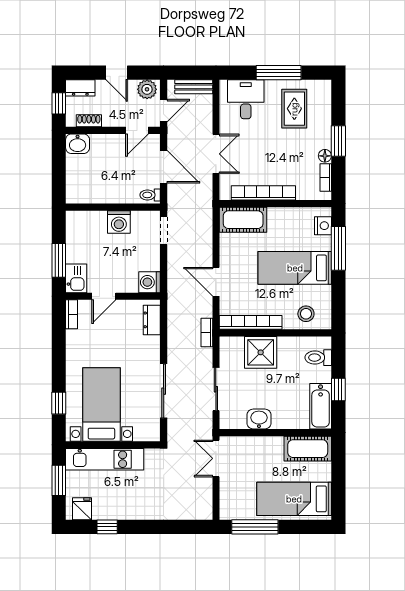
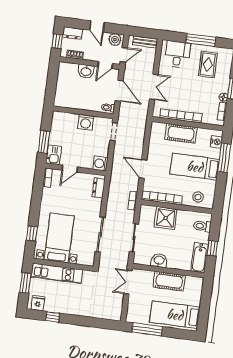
washbasin: (78, 144) -> (86, 71), moved
cot: (243, 220) -> (181, 133), moved
cot: (308, 449) -> (169, 281), moved

